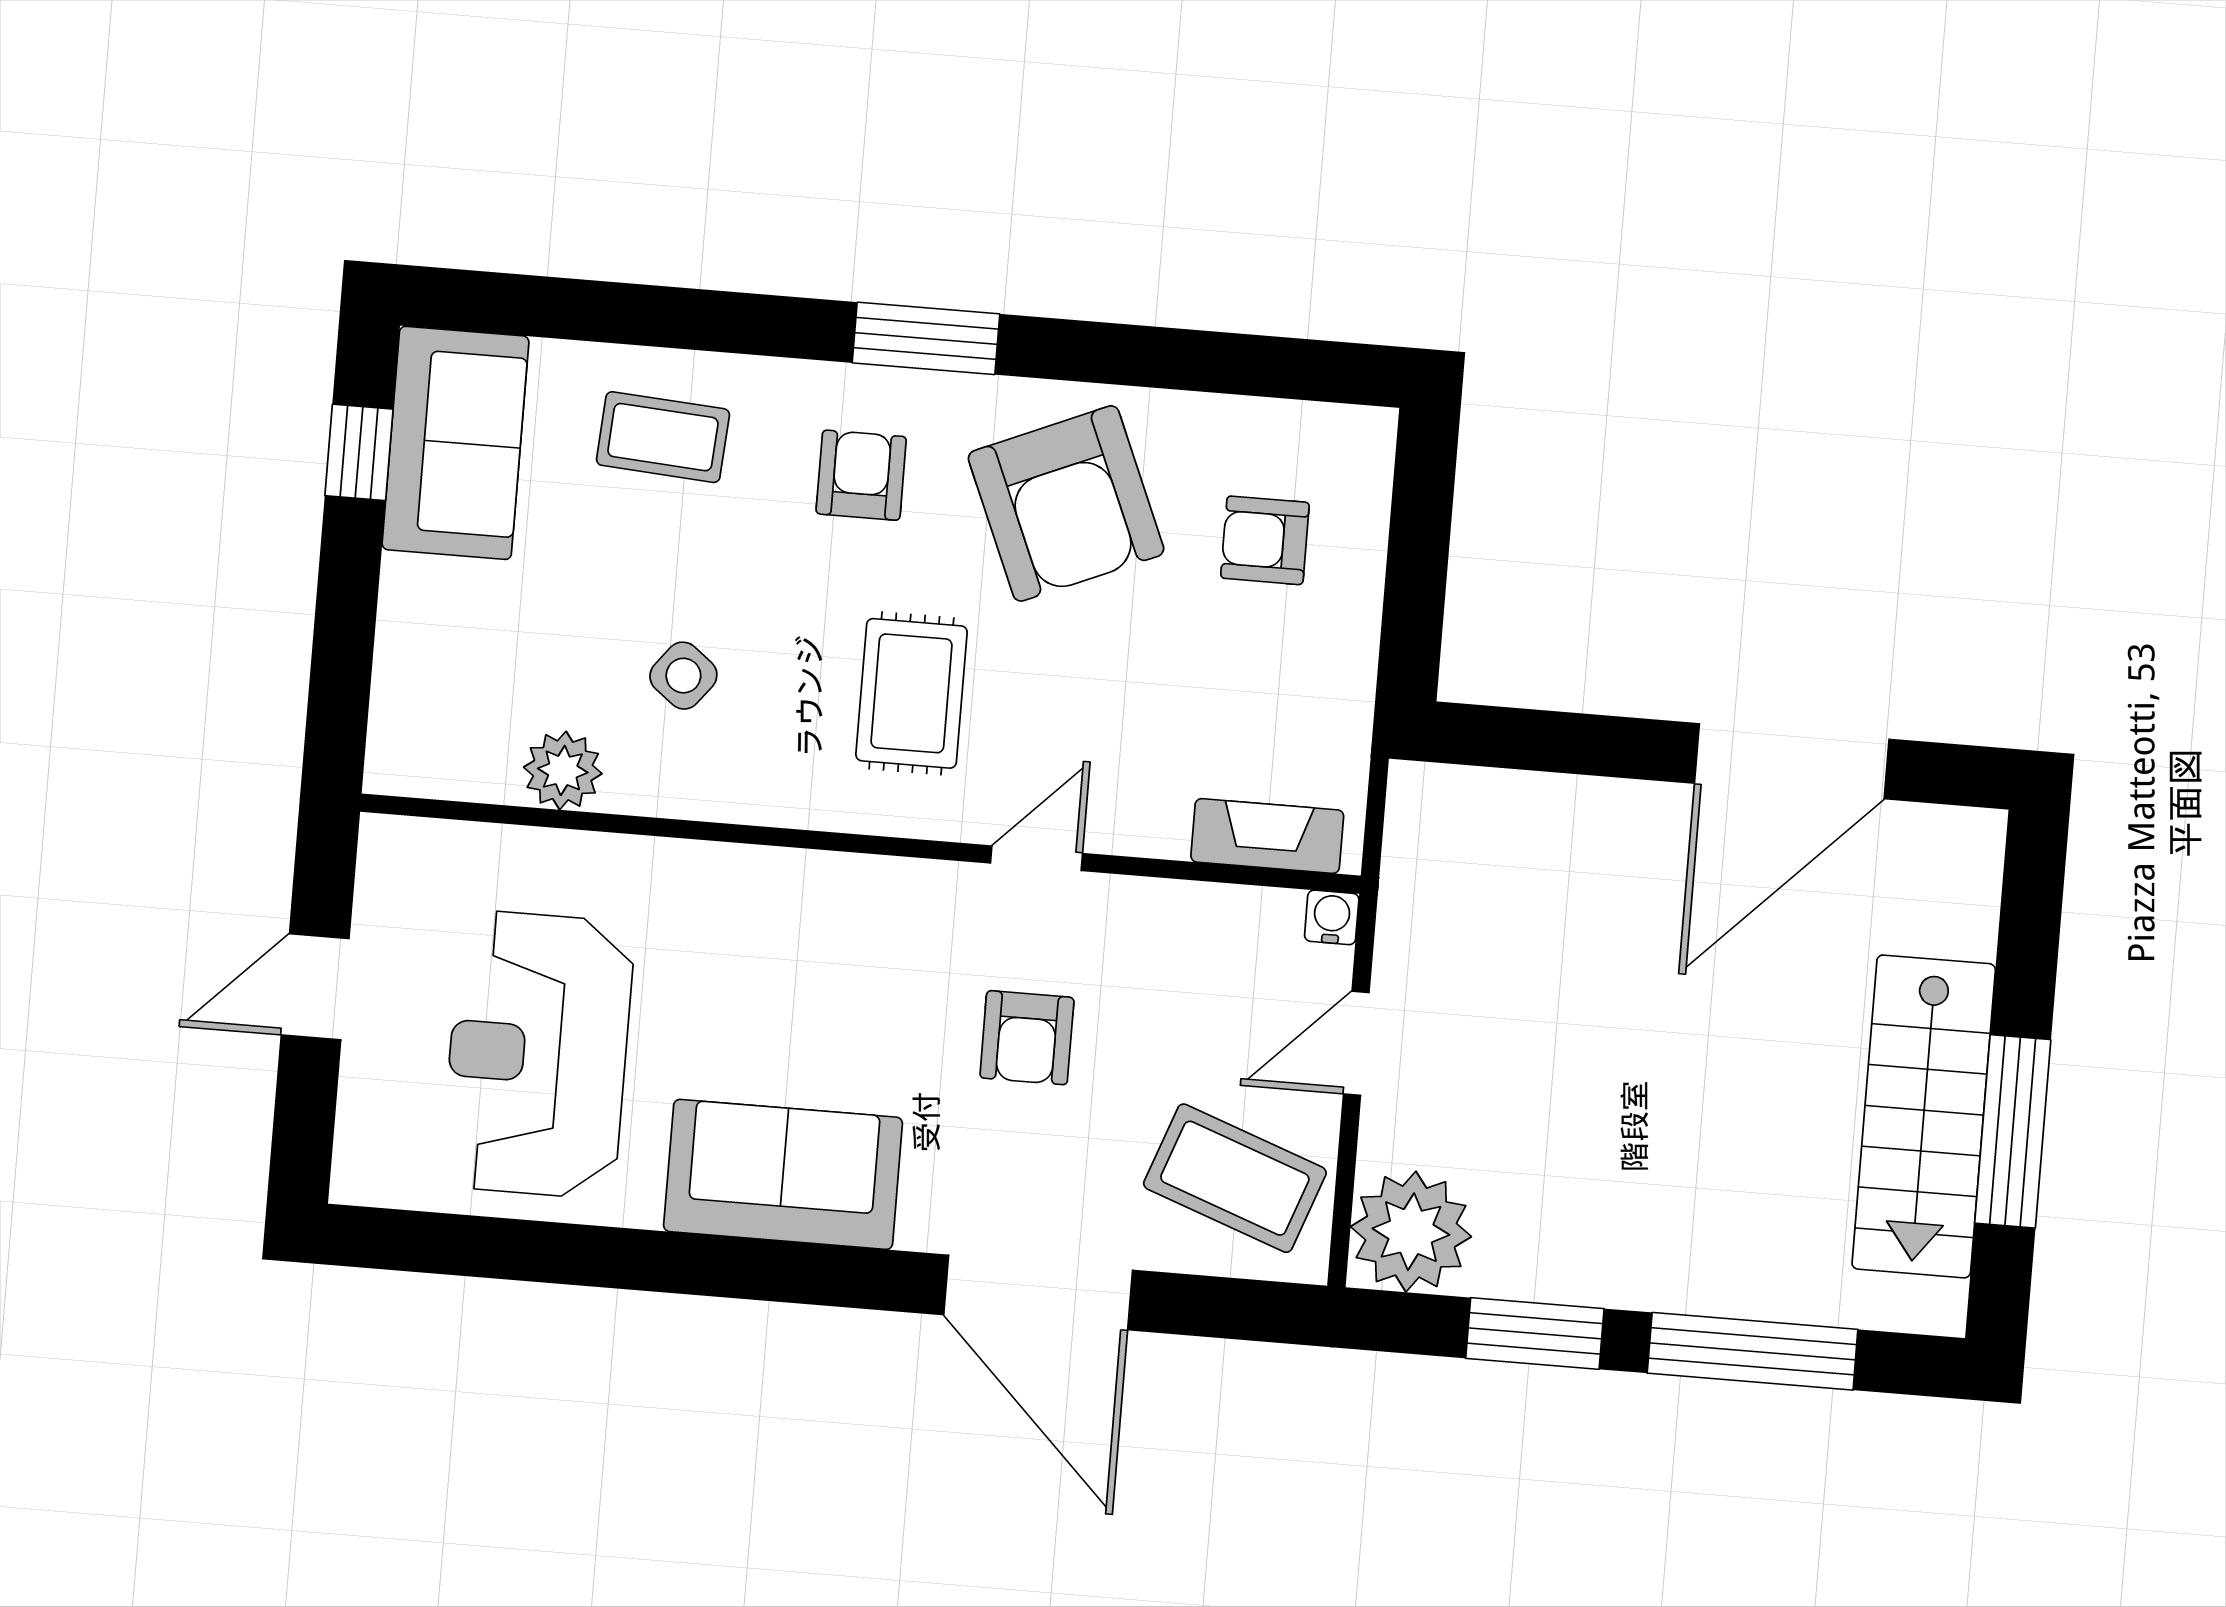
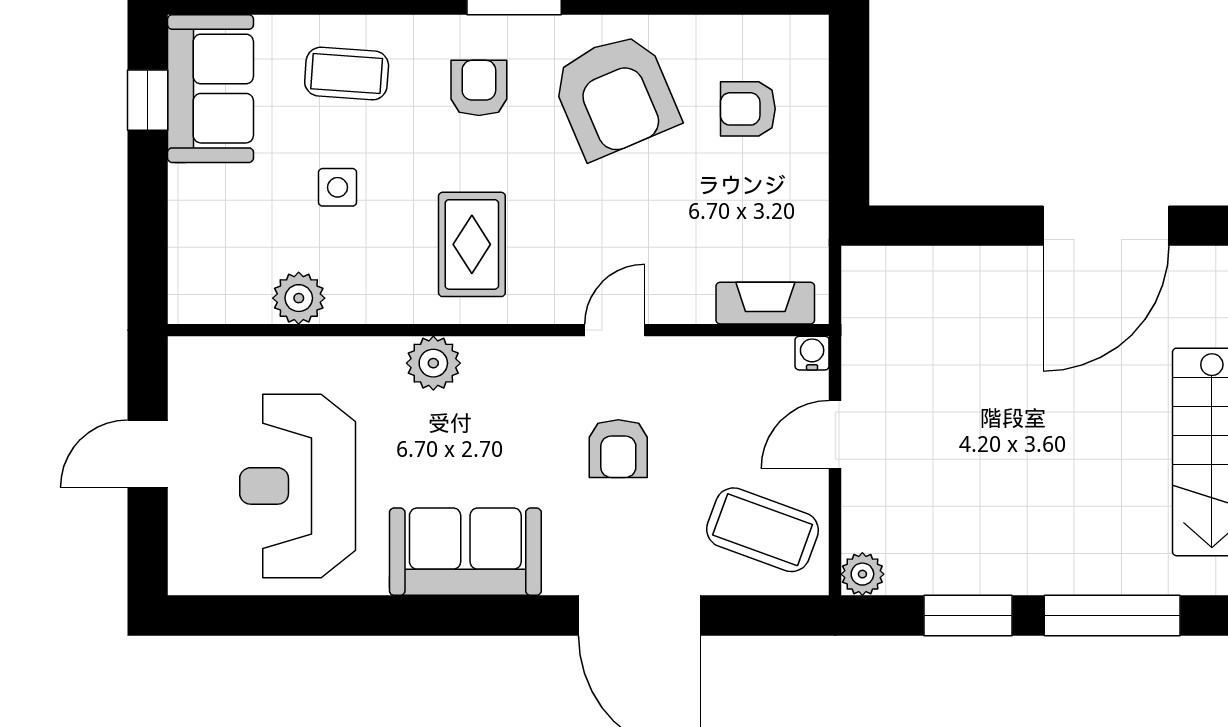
side table: (683, 676) -> (338, 187), moved, turned -38
rug: (911, 693) -> (472, 244), moved
plant: (758, 885) -> (433, 363), added
plant: (1411, 1232) -> (862, 574), width x0.53, depth x0.53

